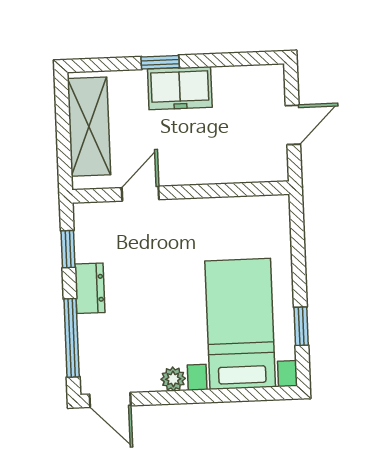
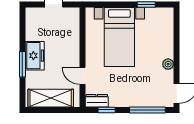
window: (160, 62) -> (22, 64), width x1.50
dresser: (90, 288) -> (97, 101), moved
bed with nightstands: (240, 324) -> (119, 37), moved, turned -90

